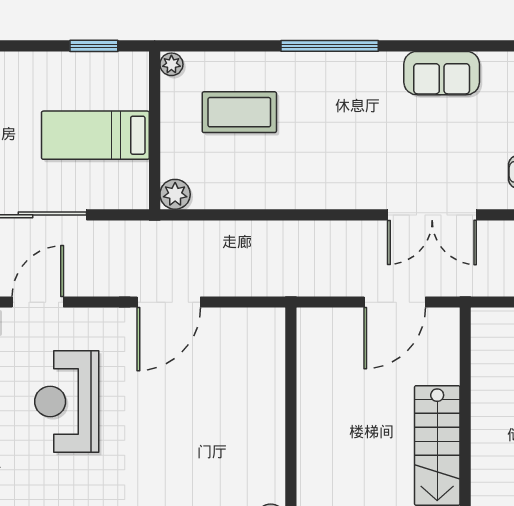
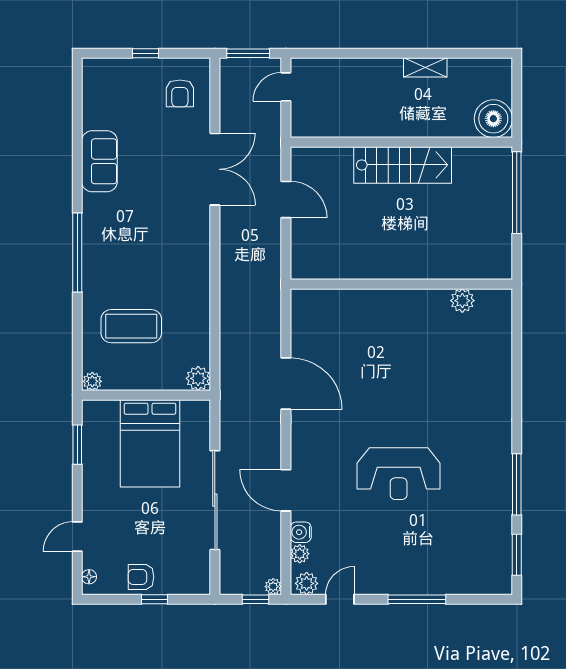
coffee table: (239, 112) -> (131, 326), turned 90
bed: (95, 135) -> (150, 443), width x1.50
door: (395, 302) -> (286, 200), width x0.73
reception desk: (67, 402) -> (399, 474), moved

